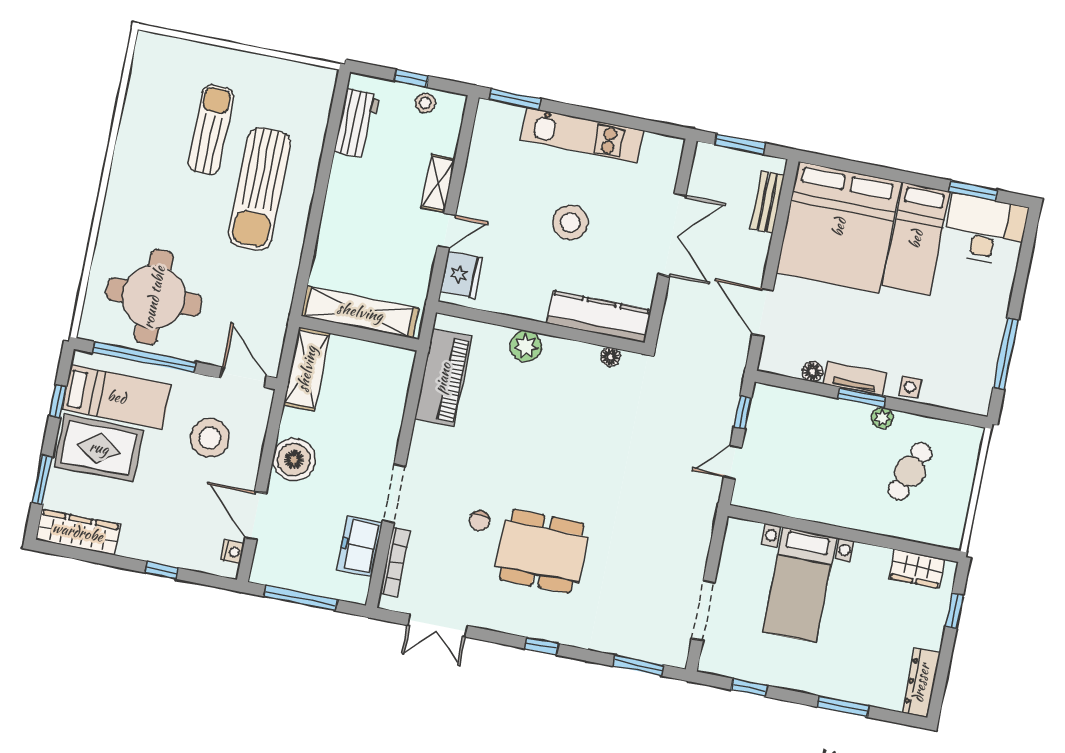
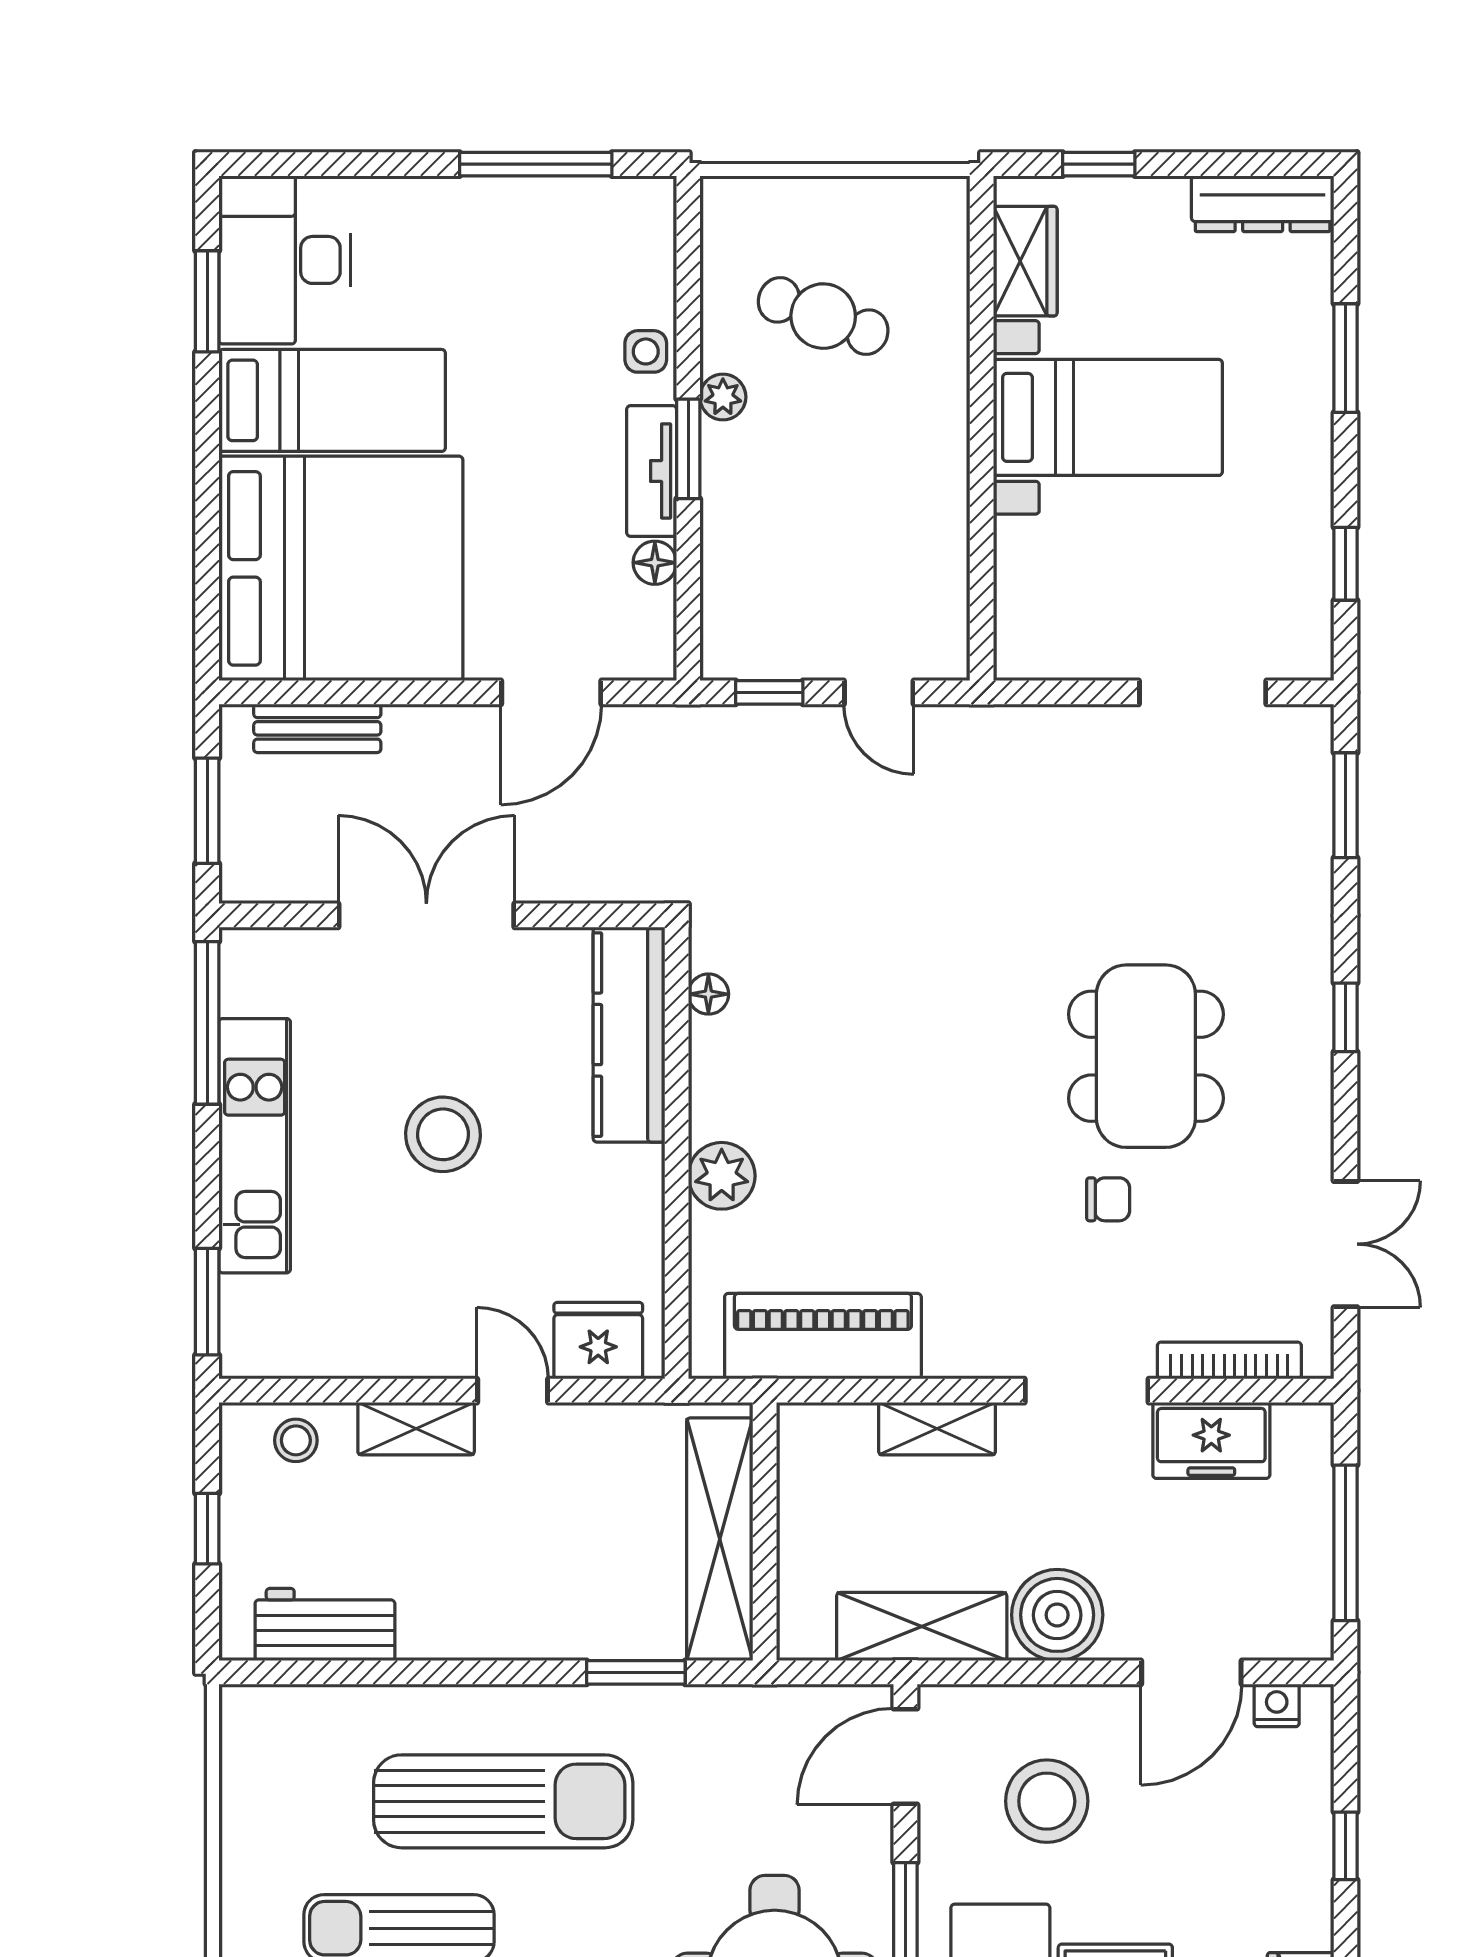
stool: (425, 103) -> (296, 1440), moved
window: (643, 125) -> (207, 1023), added
window: (306, 261) -> (636, 1672), added
shelving: (307, 369) -> (922, 1627), moved
shelving: (390, 422) -> (937, 1429), added
bed with nightstands: (800, 585) -> (1108, 417), moved

